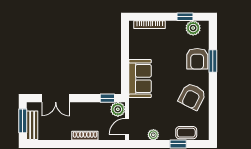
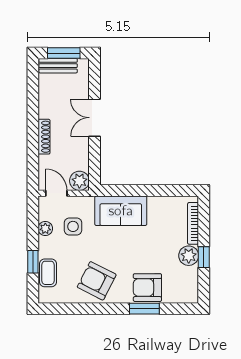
window: (185, 17) -> (204, 257), moved
plant: (193, 28) -> (189, 256), moved
double door: (56, 98) -> (94, 118), moved
window: (107, 98) -> (94, 167), removed
side table: (152, 114) -> (73, 226), added

